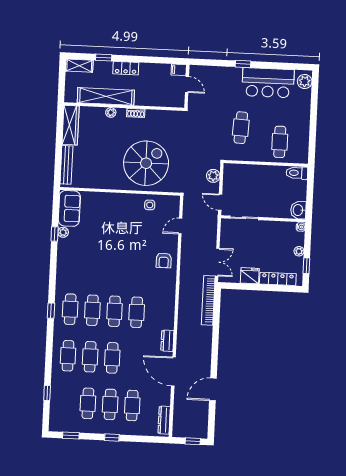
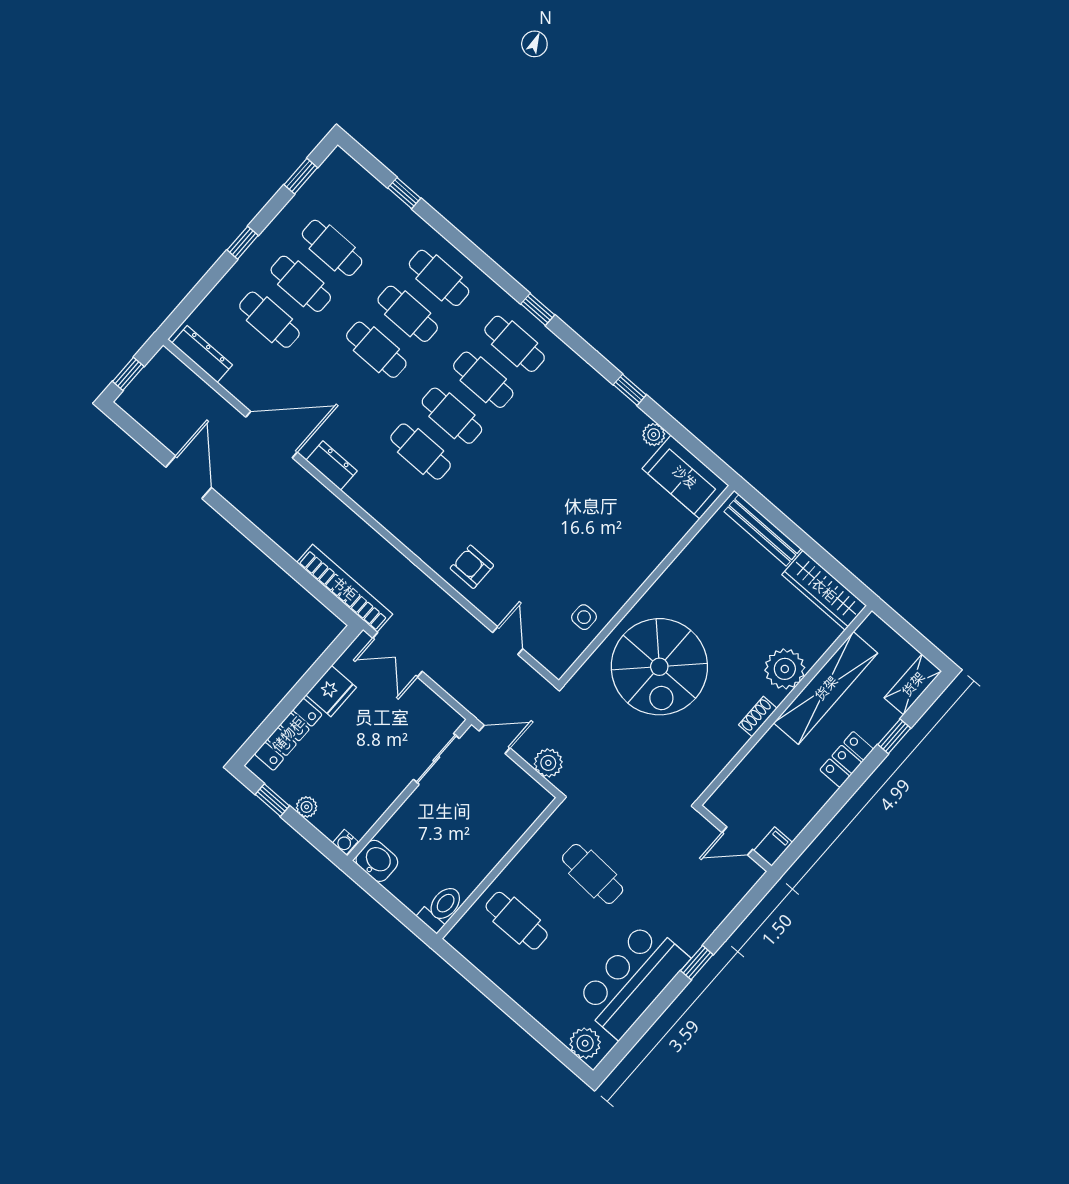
plant: (111, 112) -> (785, 669), width x1.87, depth x1.87
window: (55, 234) -> (630, 390), moved

